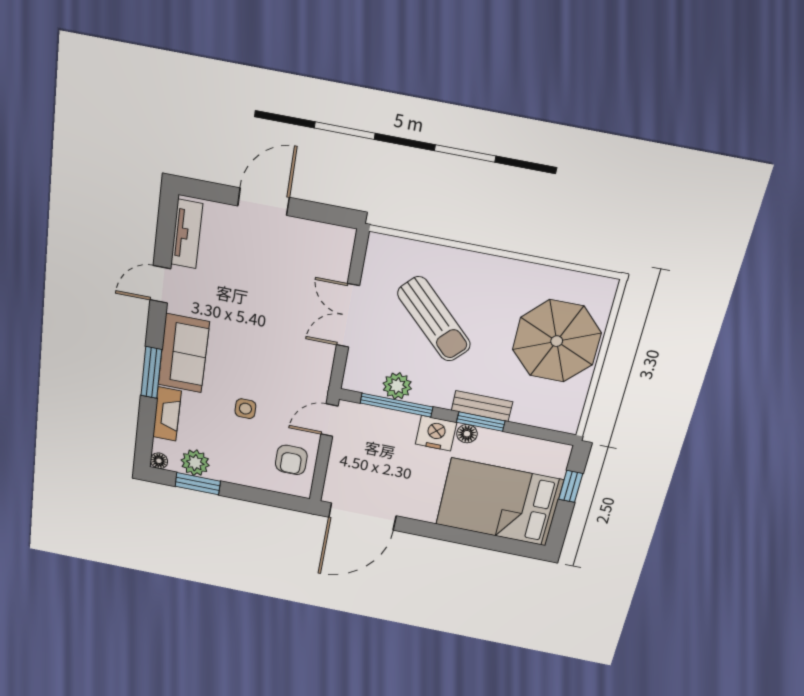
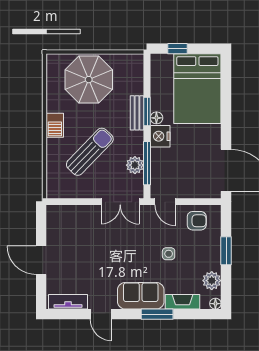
barbecue: (492, 270) -> (55, 125), added
double door: (348, 316) -> (120, 202), moved
window: (198, 484) -> (226, 251), moved

